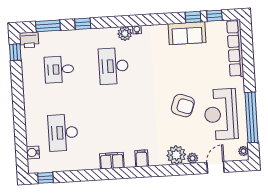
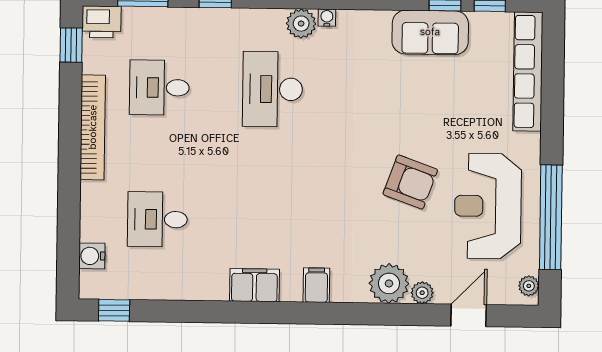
bookcase: (29, 91) -> (93, 127), added
desk: (63, 133) -> (157, 219), width x0.73

